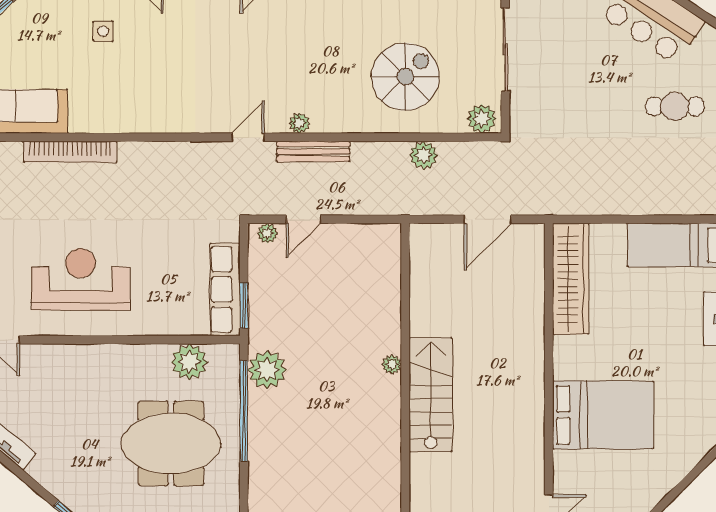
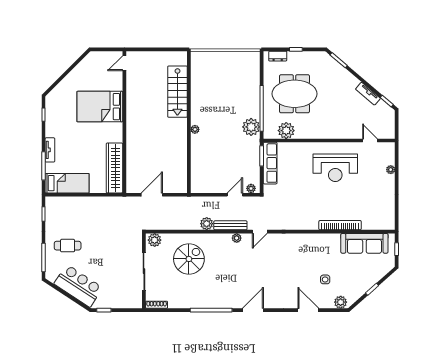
spiral stairs: (405, 77) -> (189, 259), turned 180
plant: (424, 155) -> (207, 224), moved
stairs: (431, 395) -> (177, 92), moved

